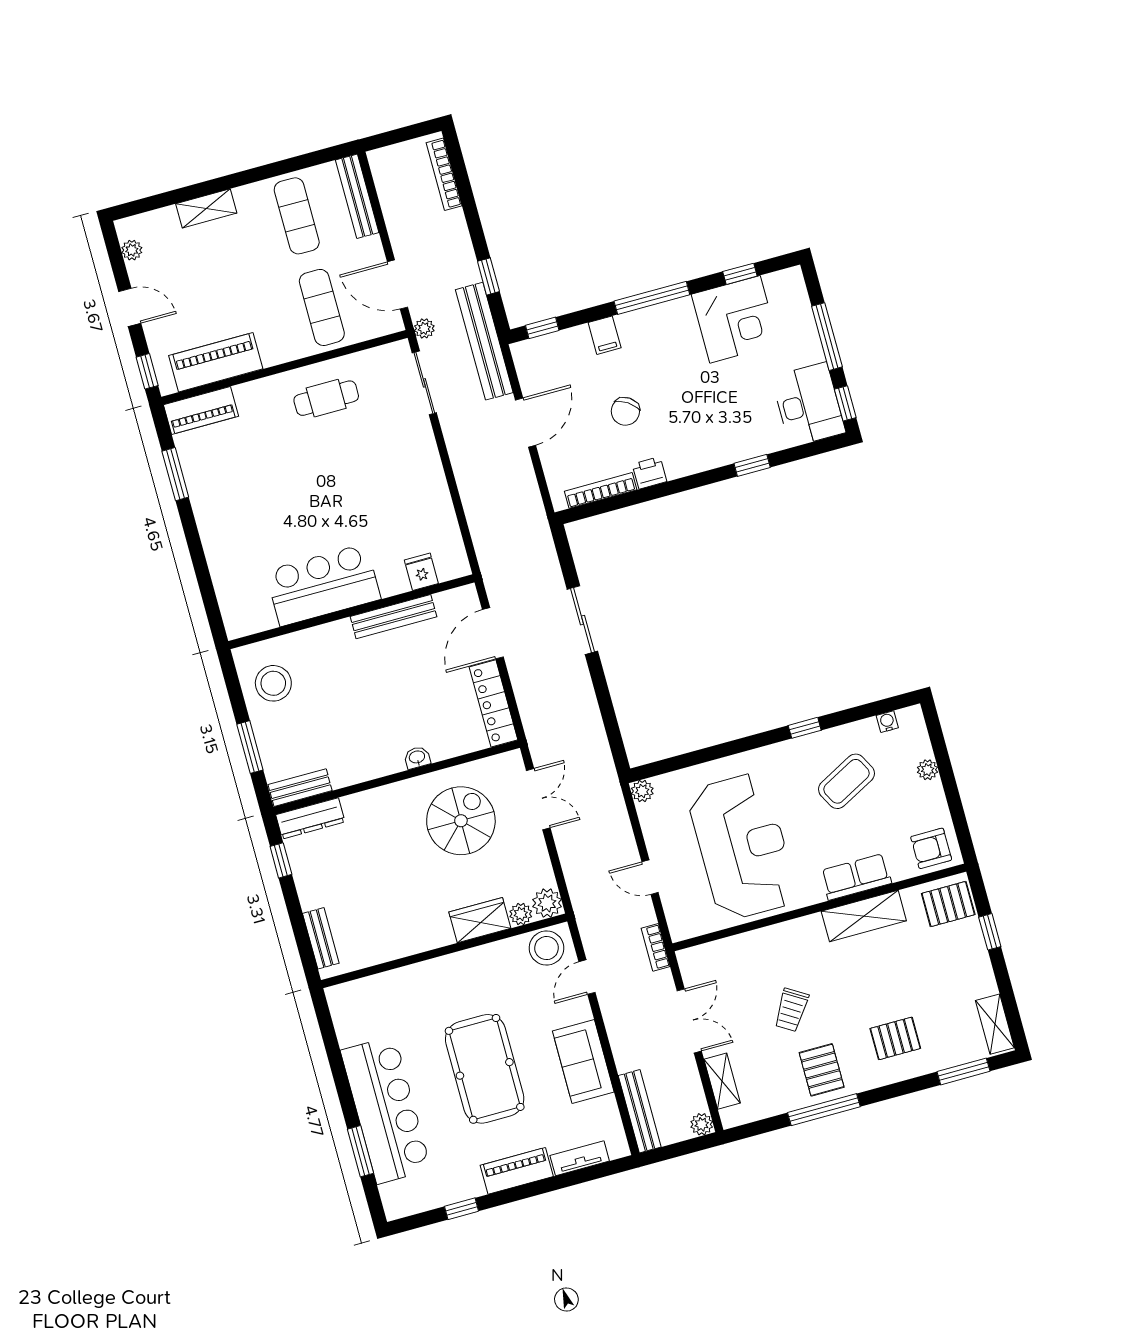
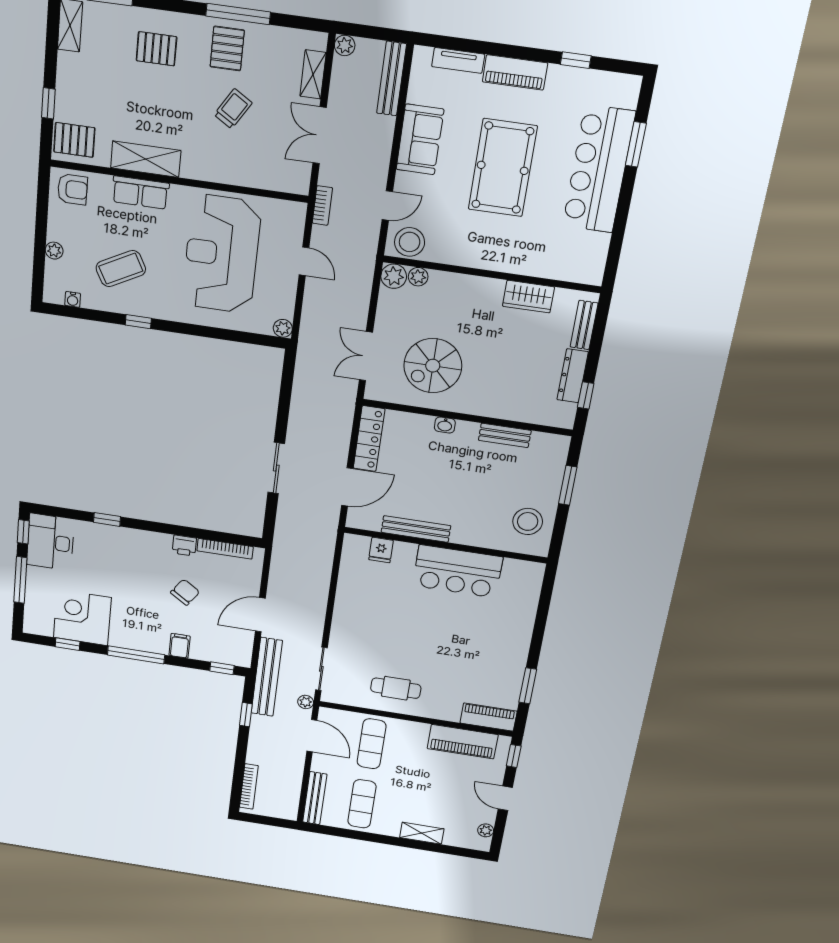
bench: (300, 788) -> (505, 435), moved
dresser: (310, 818) -> (573, 376), moved, turned -90
wardrobe: (480, 920) -> (528, 297), moved

